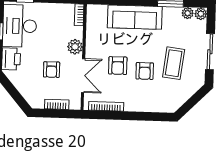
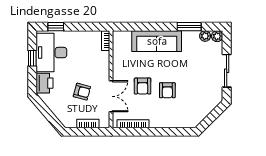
plant: (75, 47) -> (103, 70), removed
coffee table: (174, 63) -> (194, 82), removed
armchair: (52, 70) -> (82, 92), turned -75

